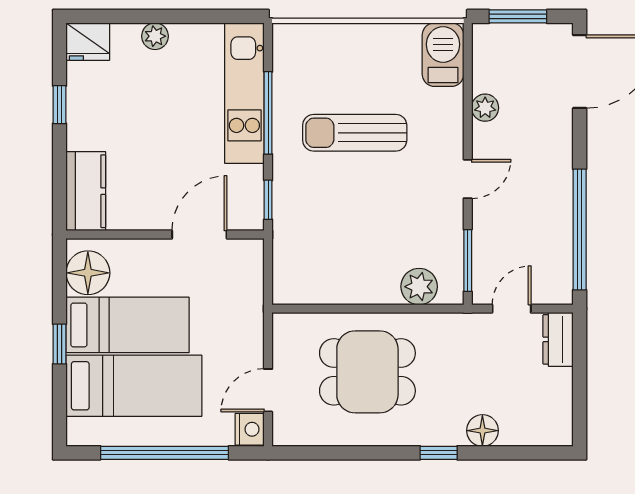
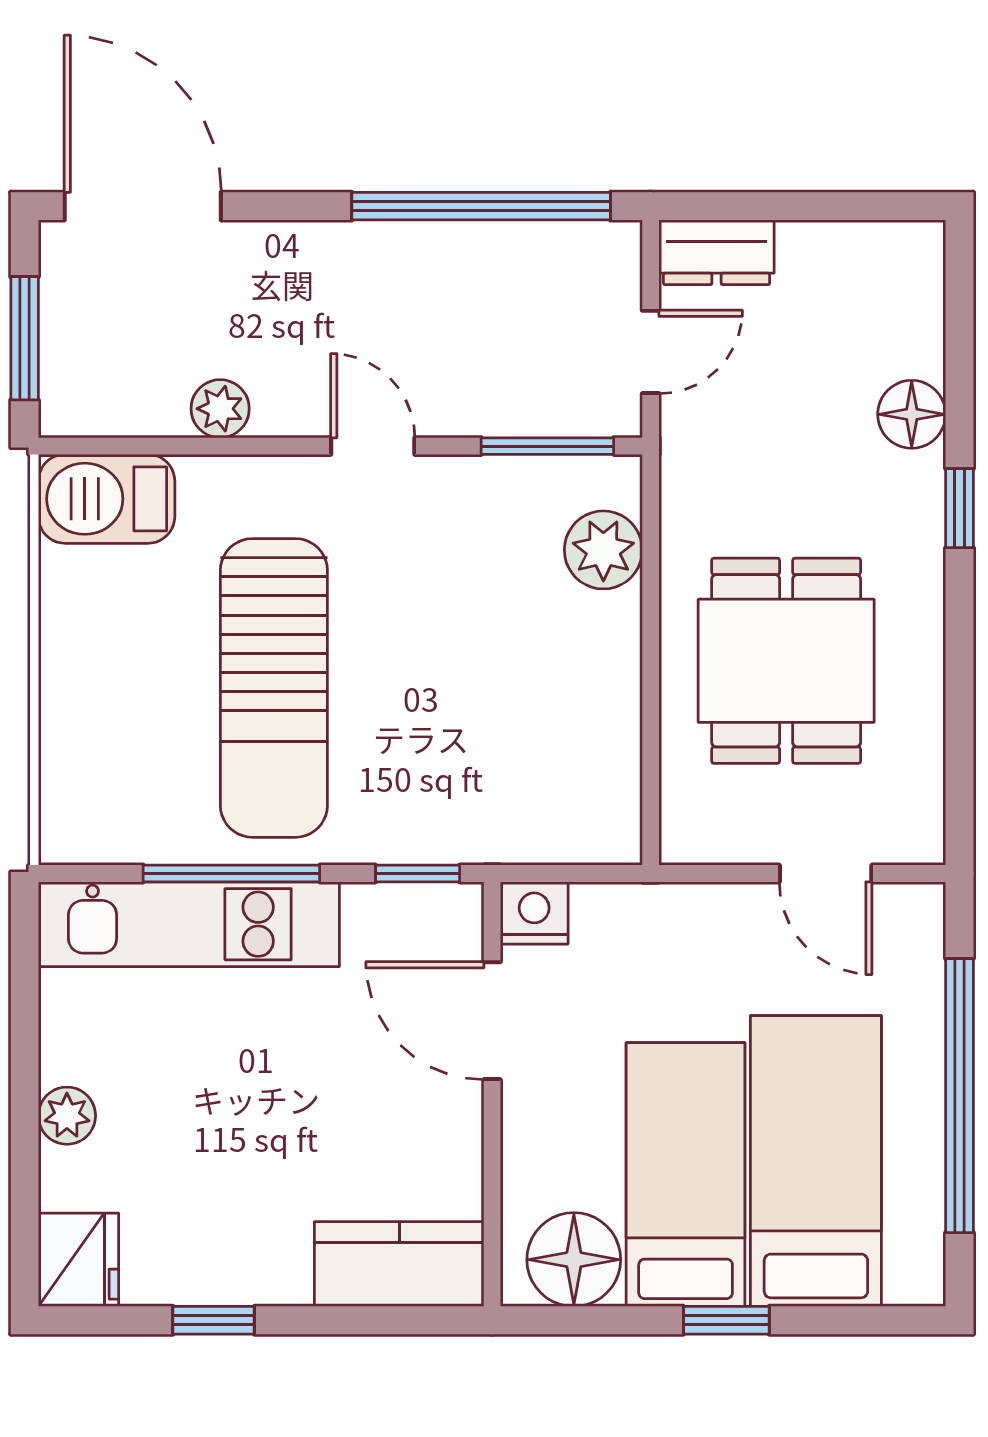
sun lounger: (355, 133) -> (274, 688), width x1.36, depth x1.34
door: (512, 309) -> (651, 352), swing flipped
nightstand: (250, 429) -> (534, 913), moved

